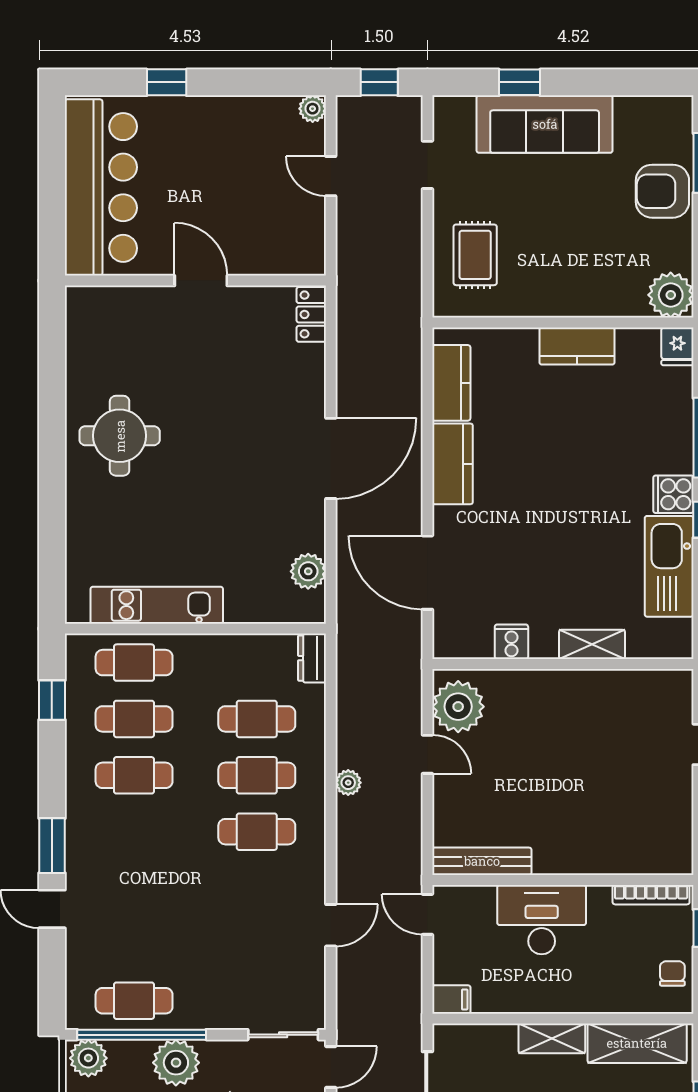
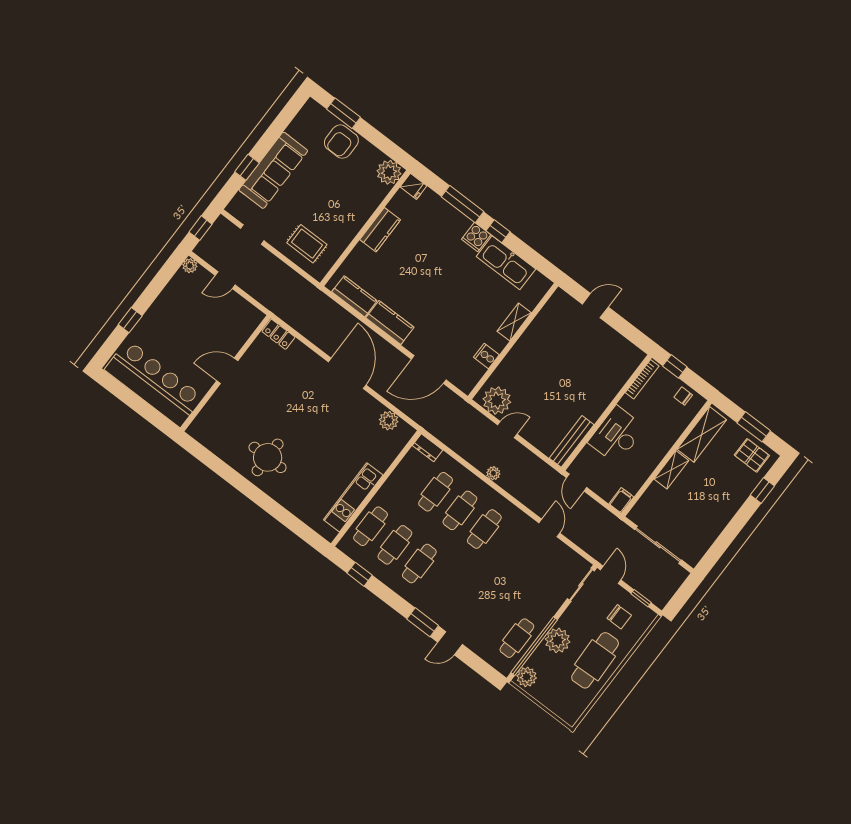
door: (427, 914) -> (577, 483), hinge flipped

